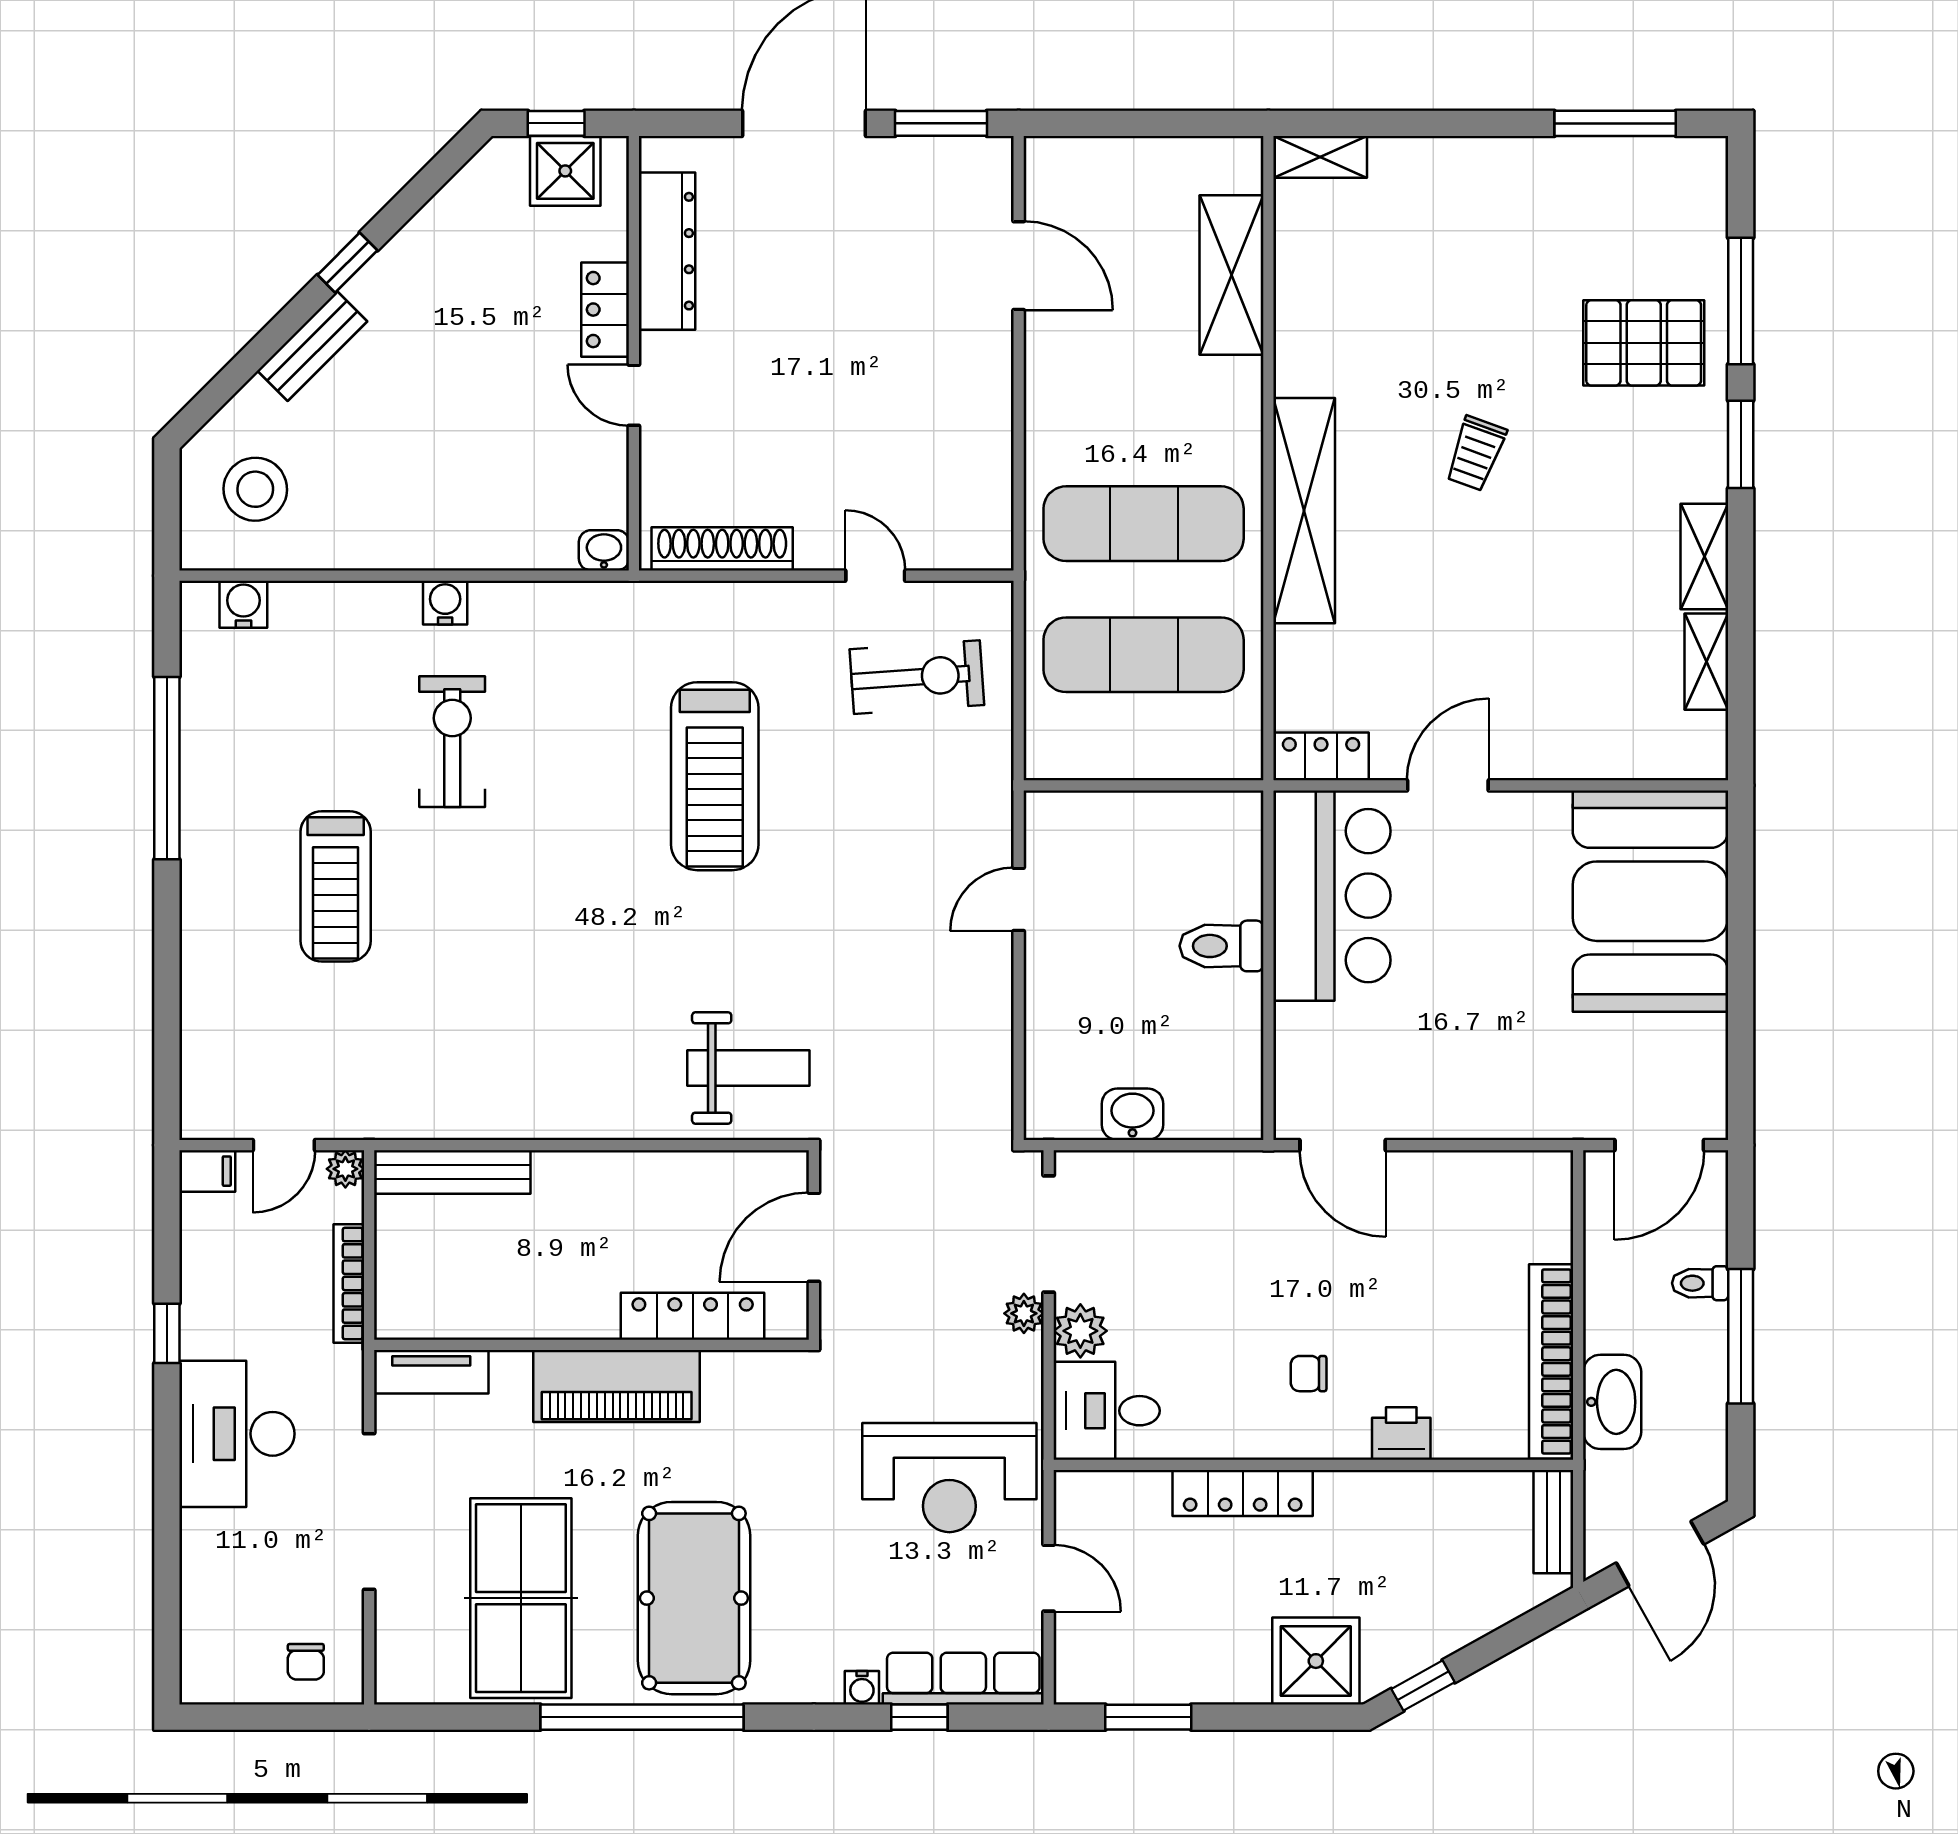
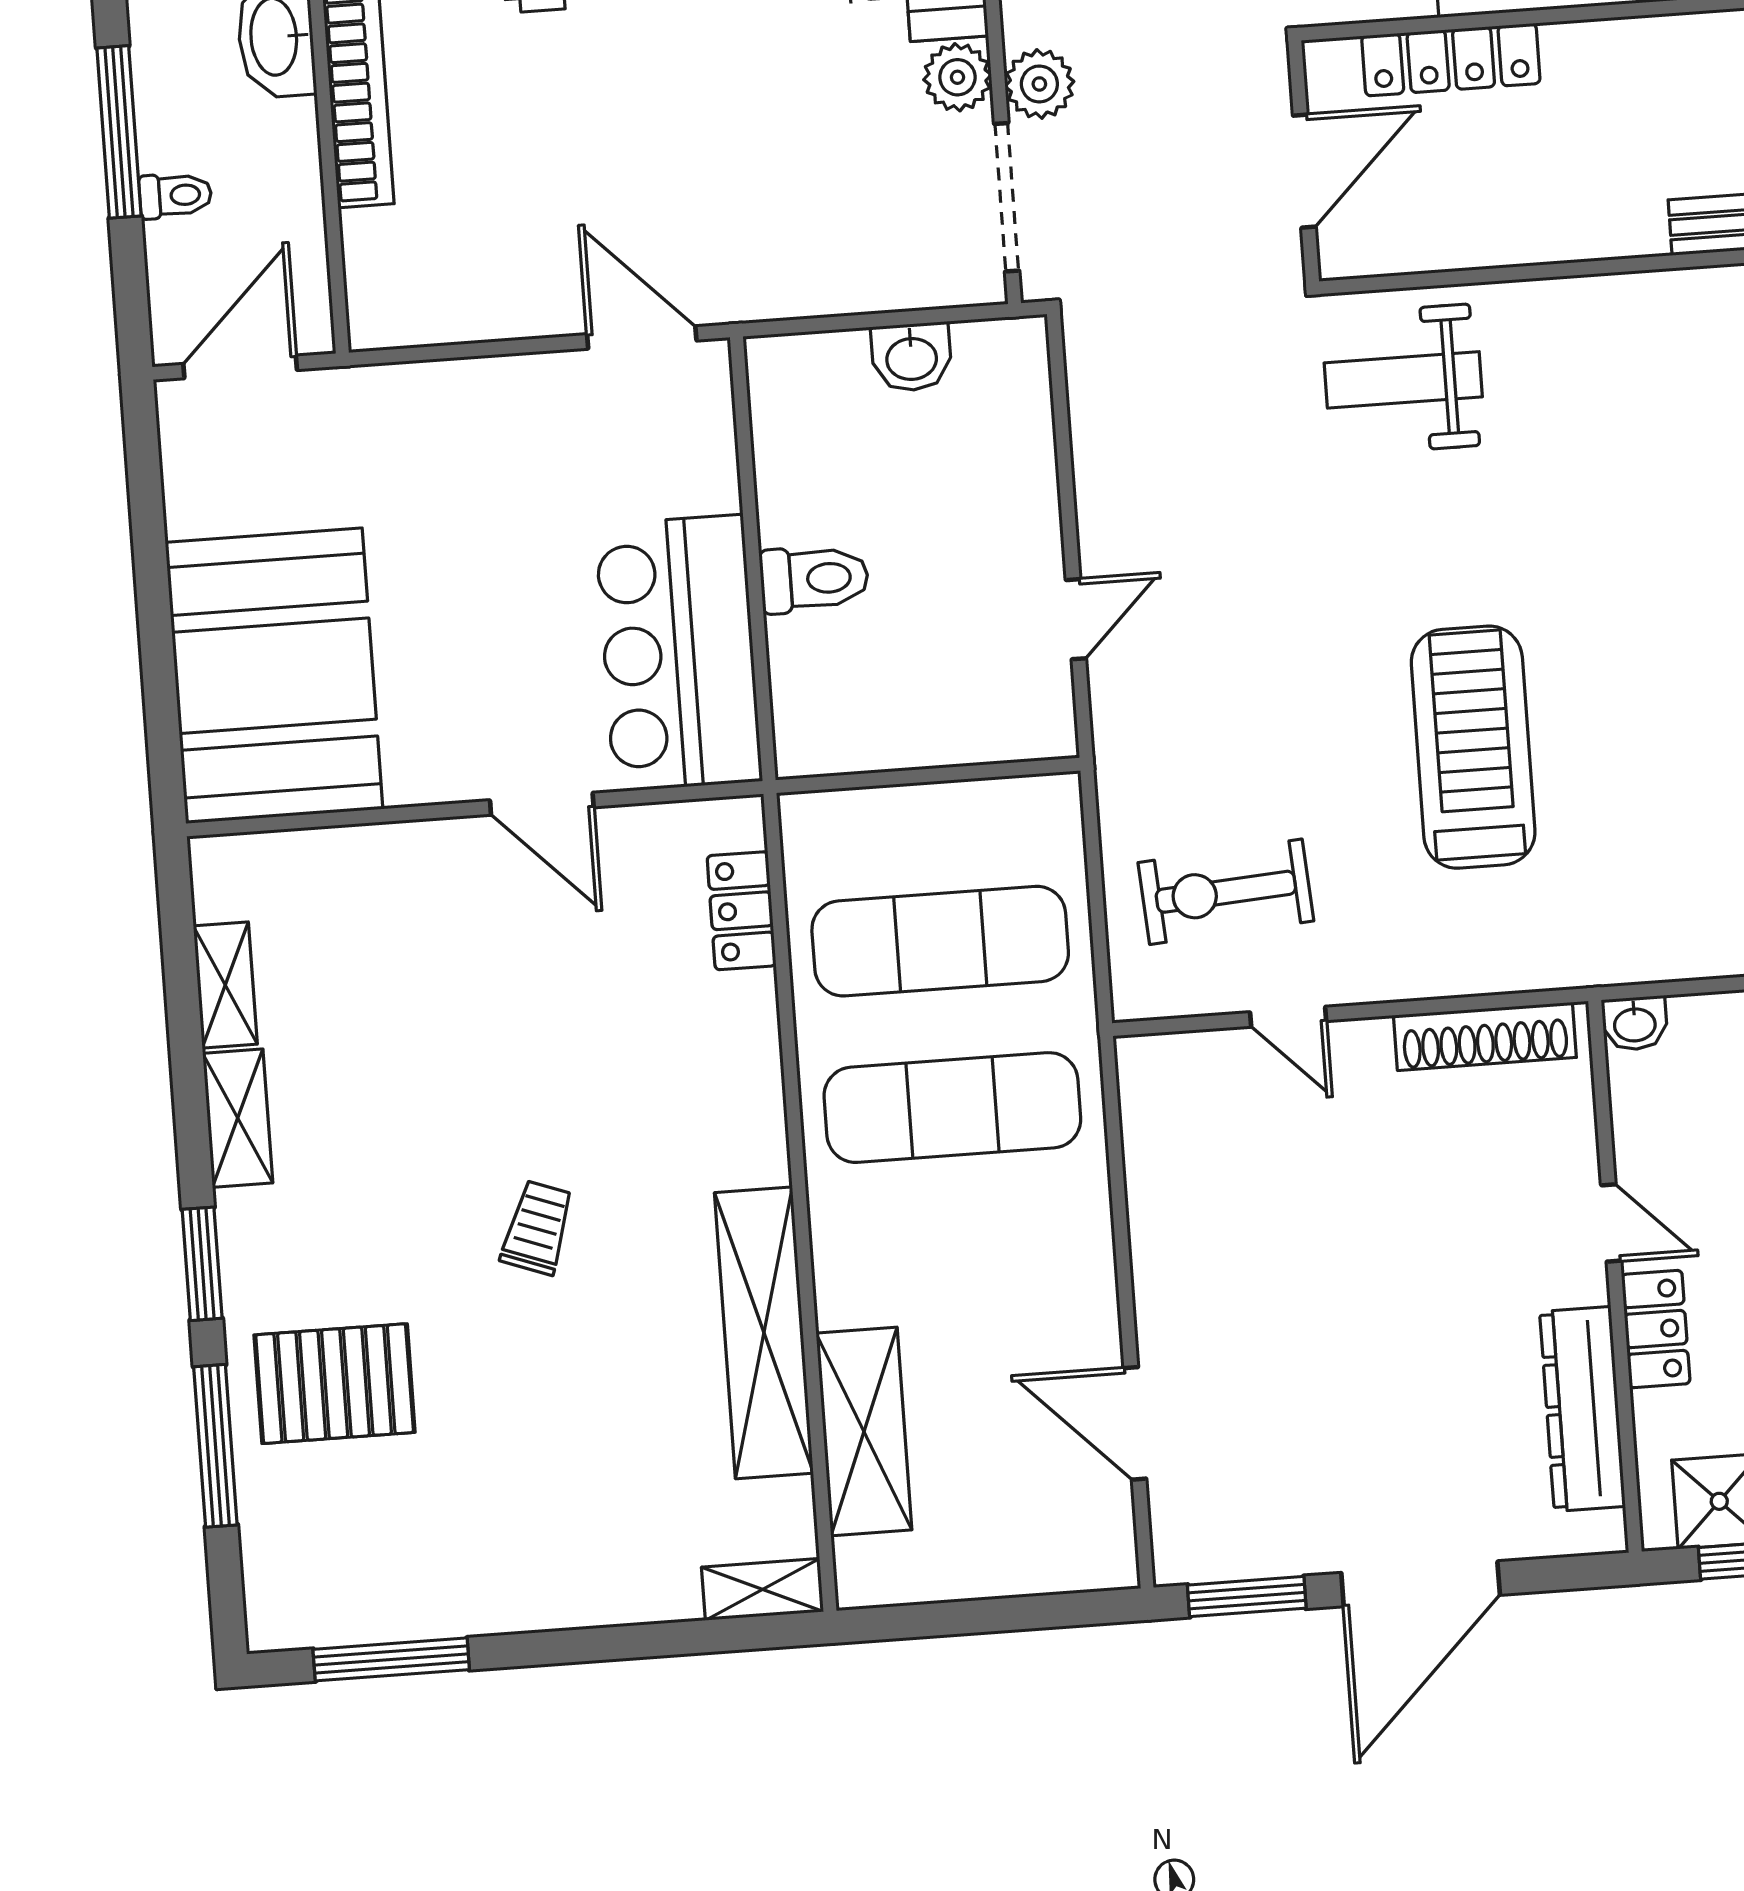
shelving: (1304, 511) -> (764, 1333), moved
locker: (1321, 756) -> (742, 911), moved, turned 90
door: (1448, 785) -> (542, 804), hinge flipped
plant: (1024, 1313) -> (1039, 84), width x1.38, depth x1.38
chair: (1309, 1374) -> (664, 44), removed

